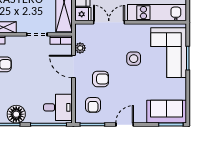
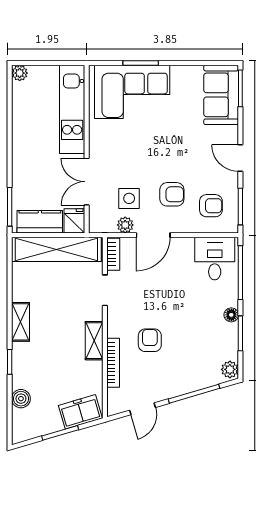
side table: (134, 59) -> (129, 198), moved
armchair: (101, 79) -> (172, 194), turned 90
floor lamp: (16, 114) -> (231, 315), width x0.53, depth x0.53

